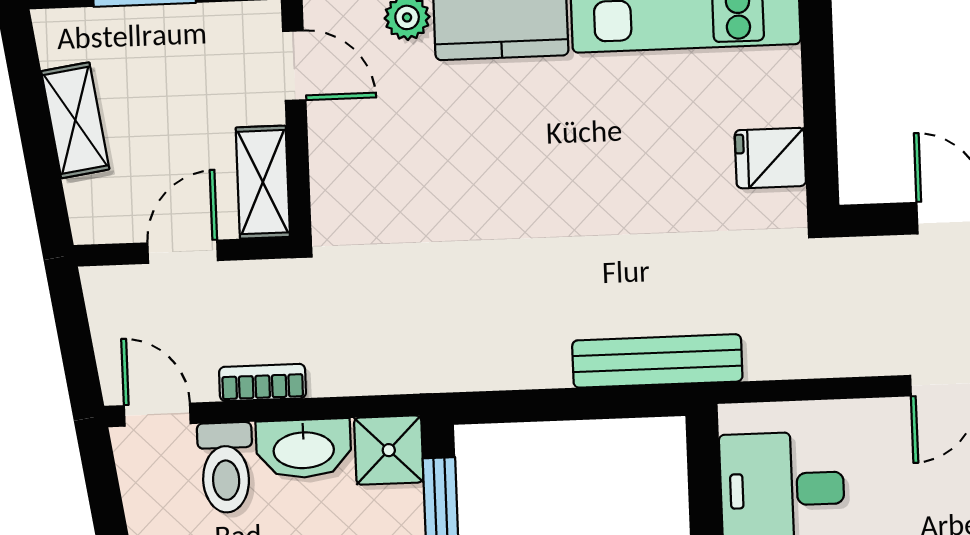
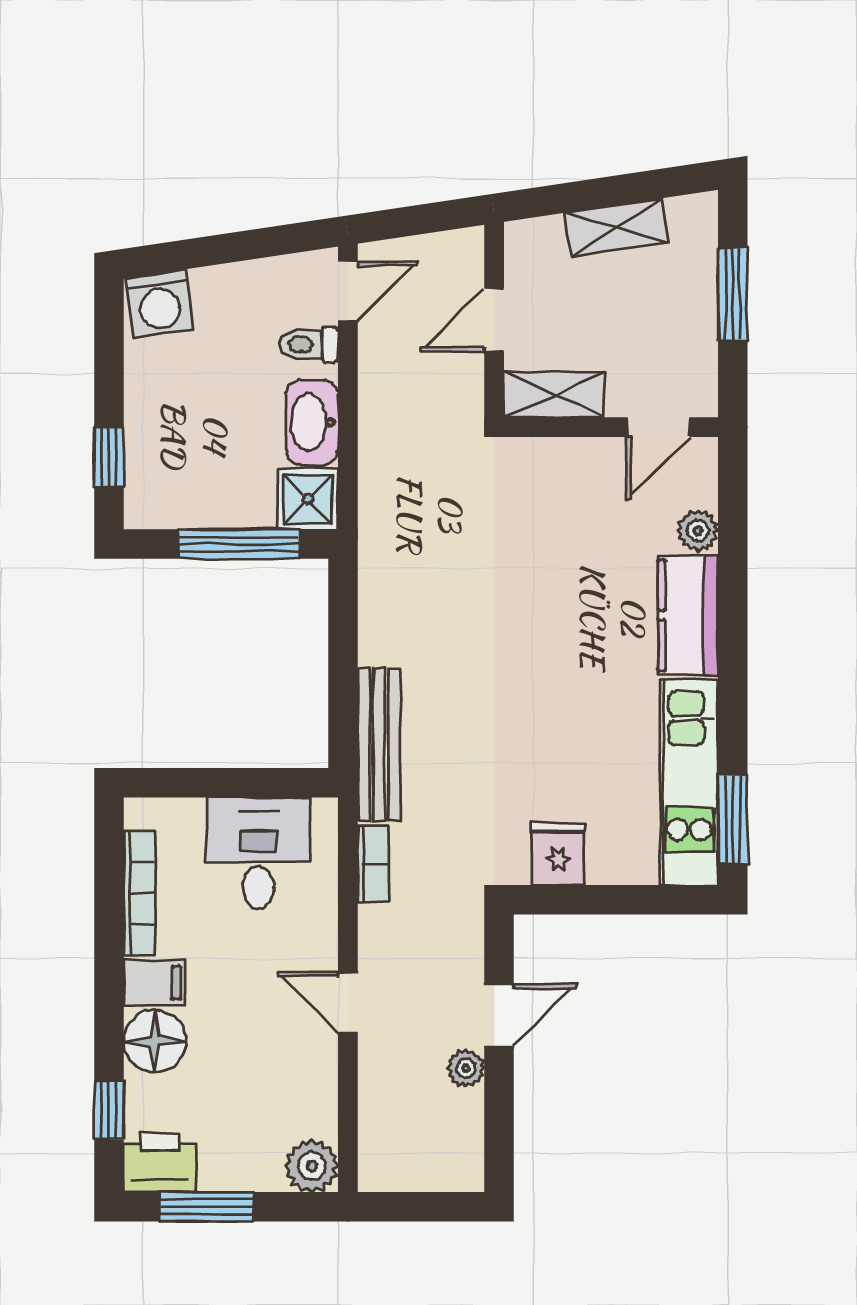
door: (183, 252) -> (494, 320), swing flipped
bookcase: (263, 383) -> (373, 864), moved
toilet: (226, 468) -> (309, 345), width x0.73, depth x0.72

